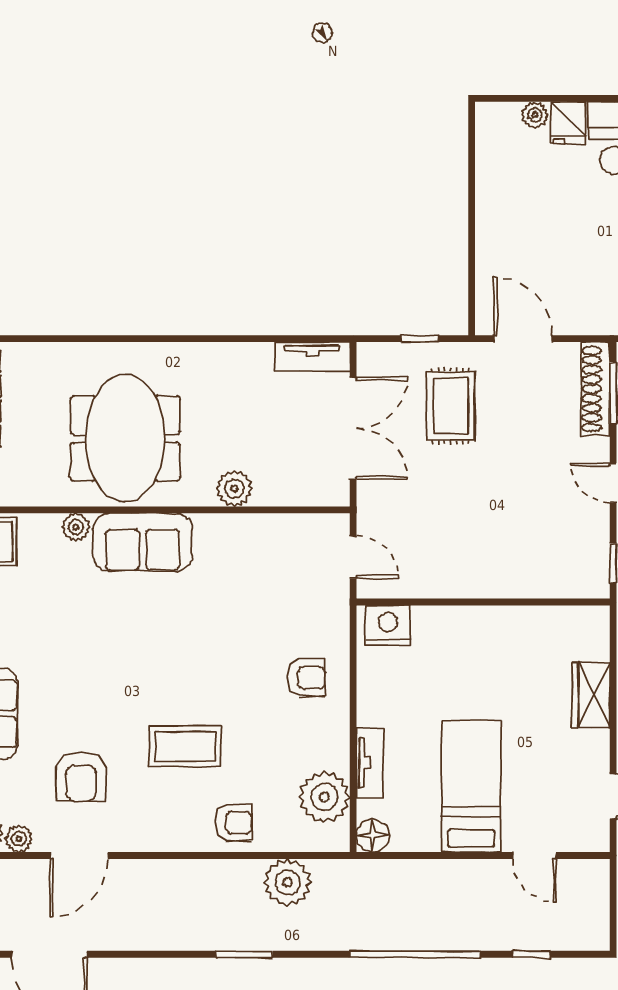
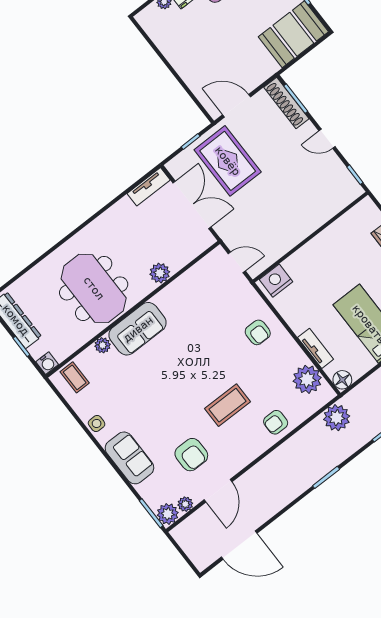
rug: (451, 406) -> (228, 161), width x1.36, depth x1.43
armchair: (306, 678) -> (258, 332), turned 90
armchair: (234, 823) -> (276, 422), turned 180
plant: (288, 882) -> (337, 418), moved

